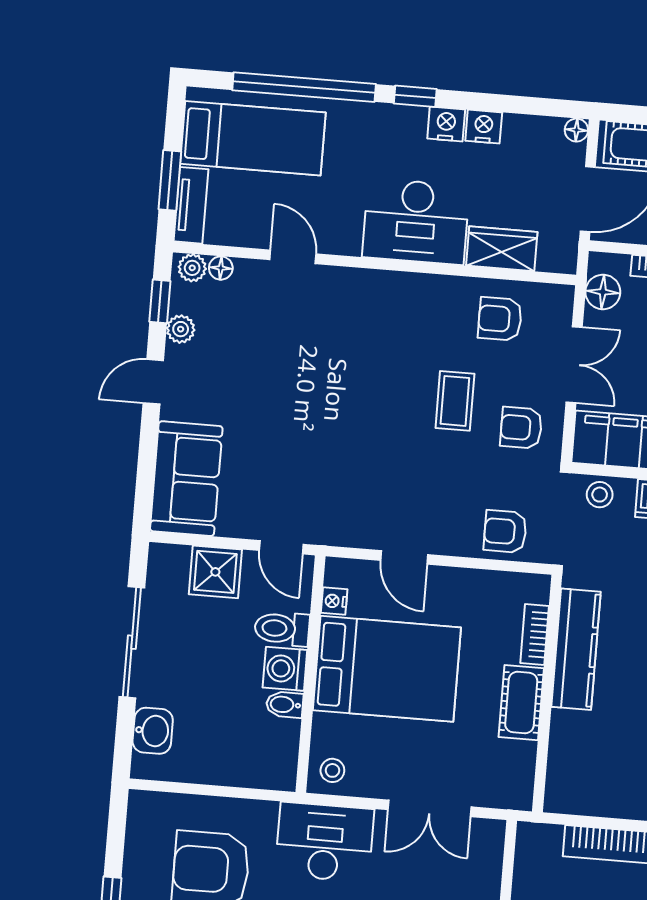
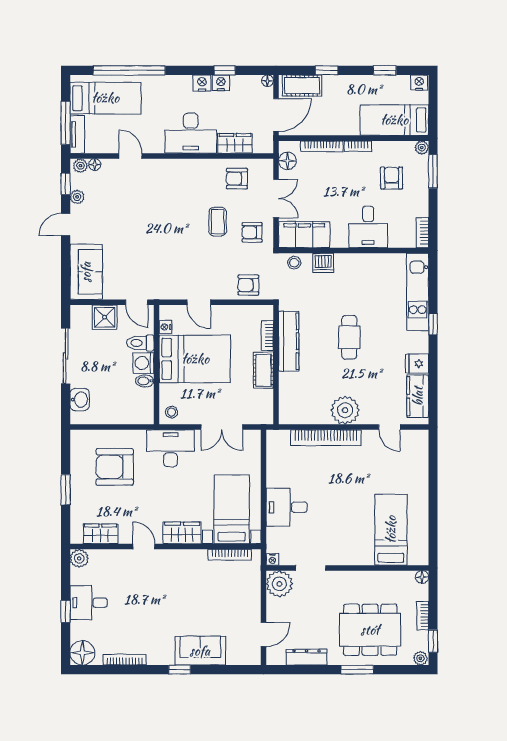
window: (415, 96) -> (225, 70), moved
window: (170, 180) -> (66, 123), width x1.44

